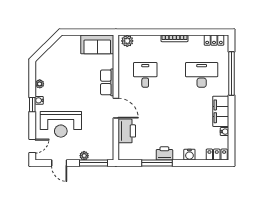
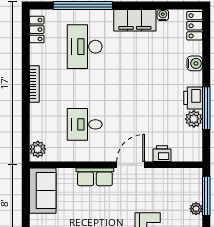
printer: (127, 131) -> (162, 154), width x0.53, depth x0.68
plant: (149, 154) -> (194, 119), added

